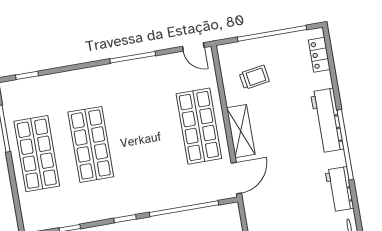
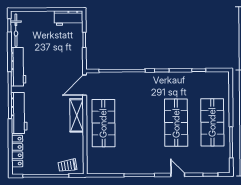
door: (193, 47) -> (178, 175), moved
locker: (319, 55) -> (17, 151), width x1.53
trolley: (254, 77) -> (67, 165), moved
workbench: (340, 189) -> (18, 67), width x1.38

